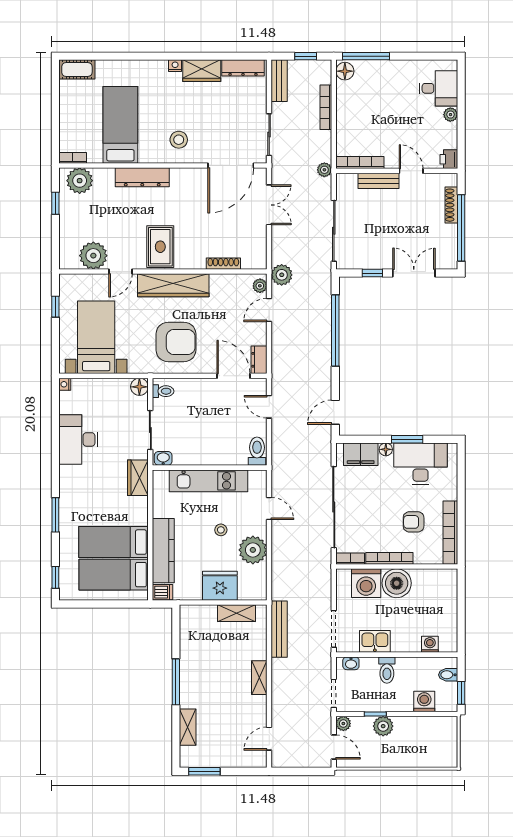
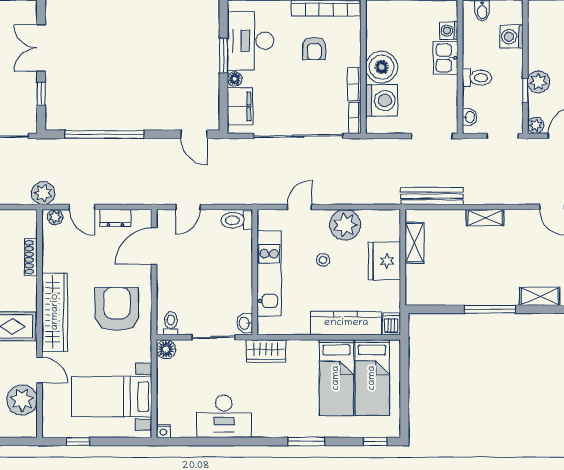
dresser: (259, 360) -> (115, 218), moved
bookcase: (389, 558) -> (354, 84), width x0.64
kitchen sink: (375, 641) -> (445, 58), moved

